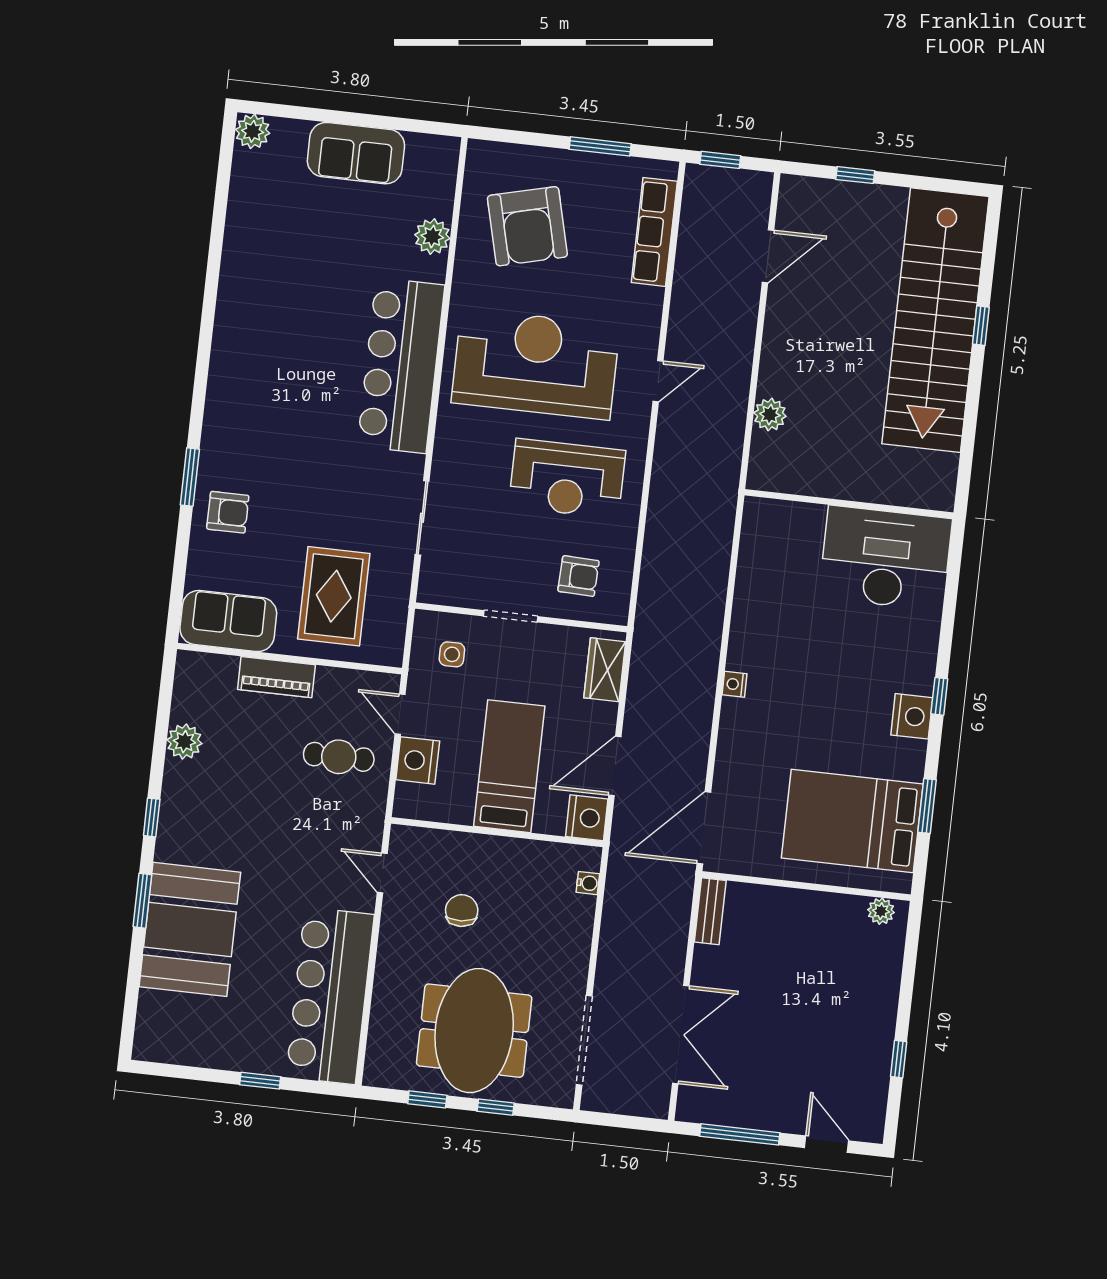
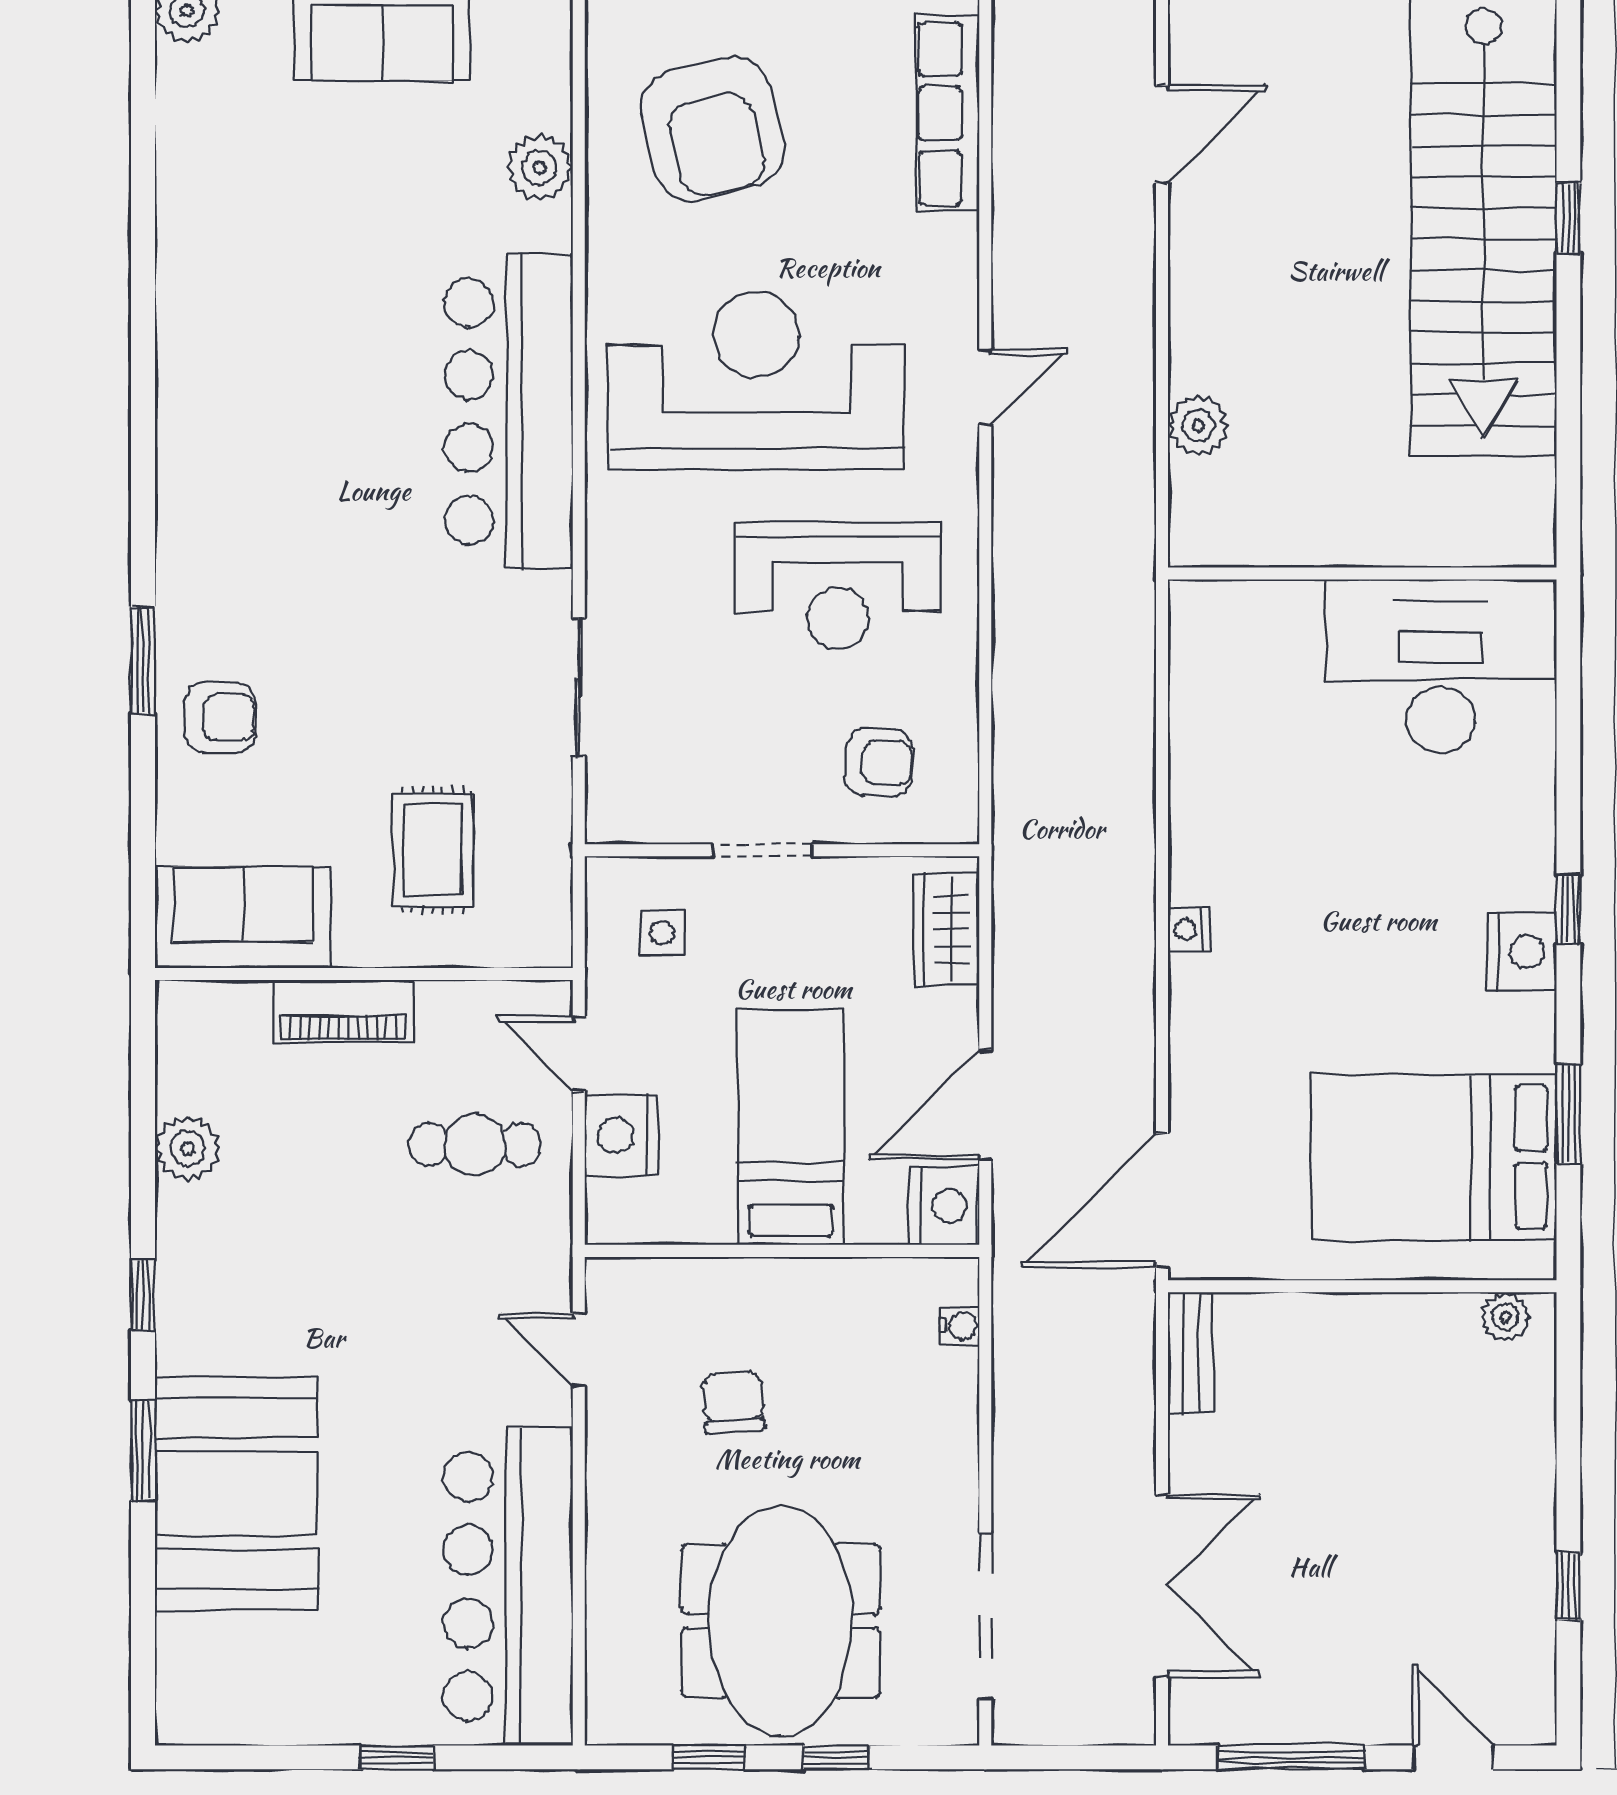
rug: (334, 596) -> (433, 850), width x0.73, depth x0.70

